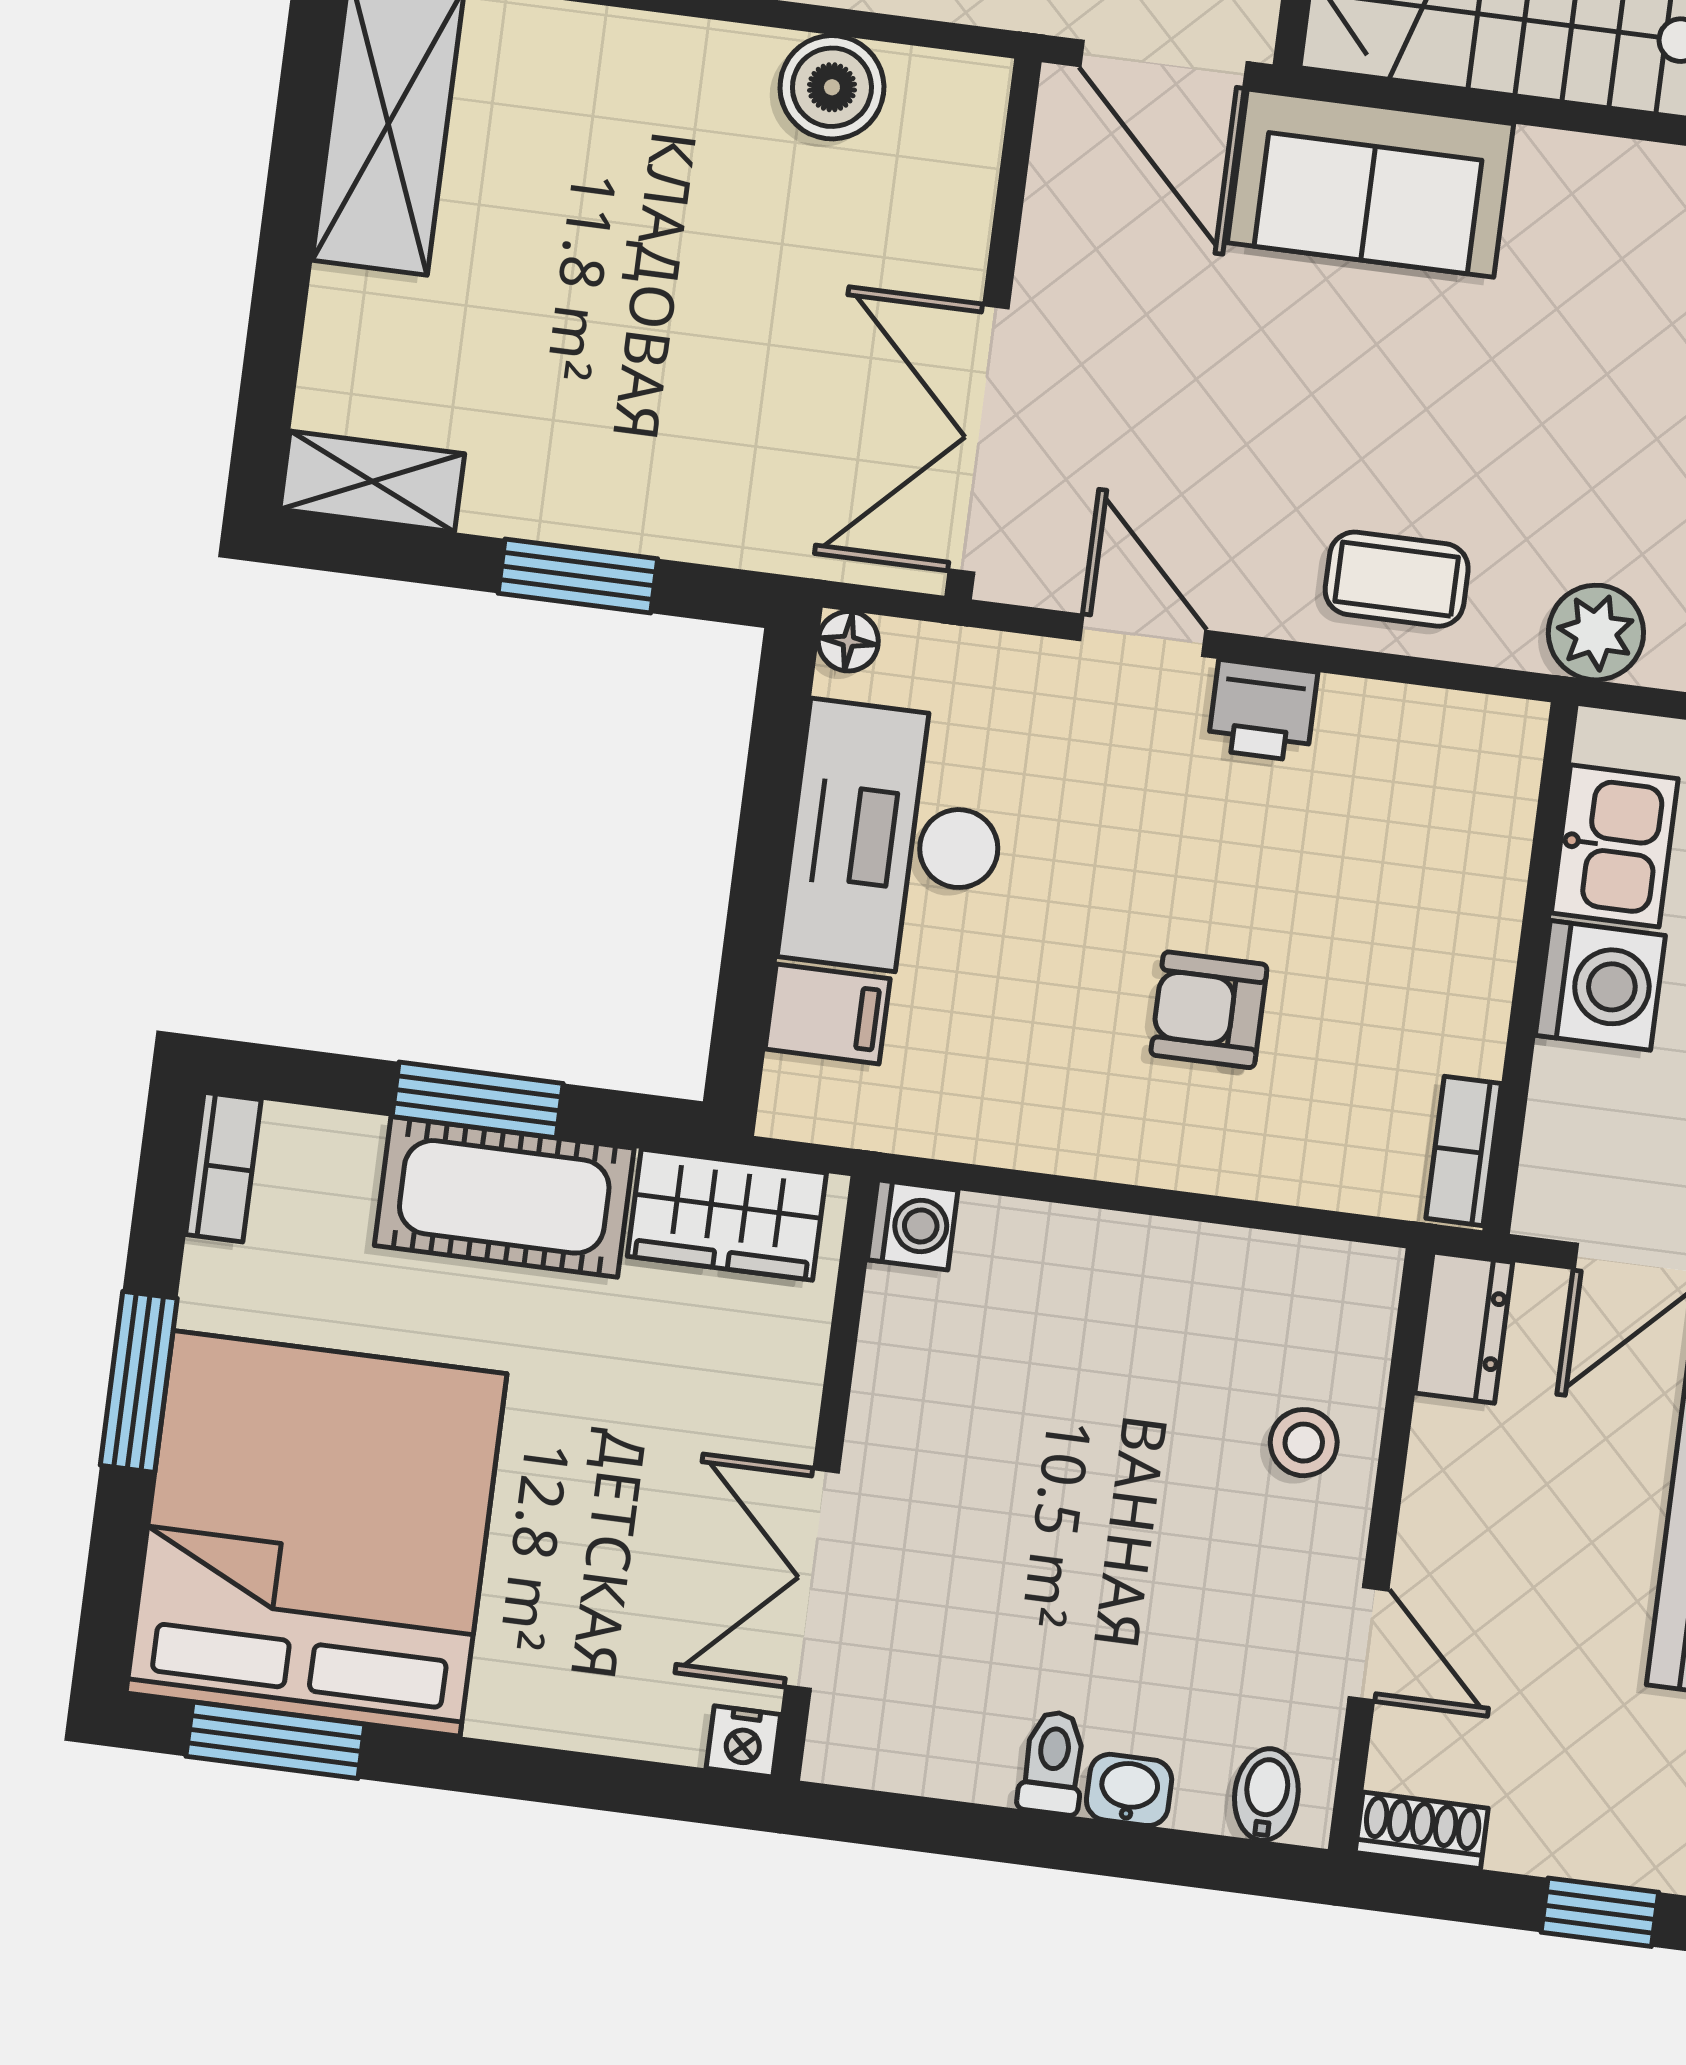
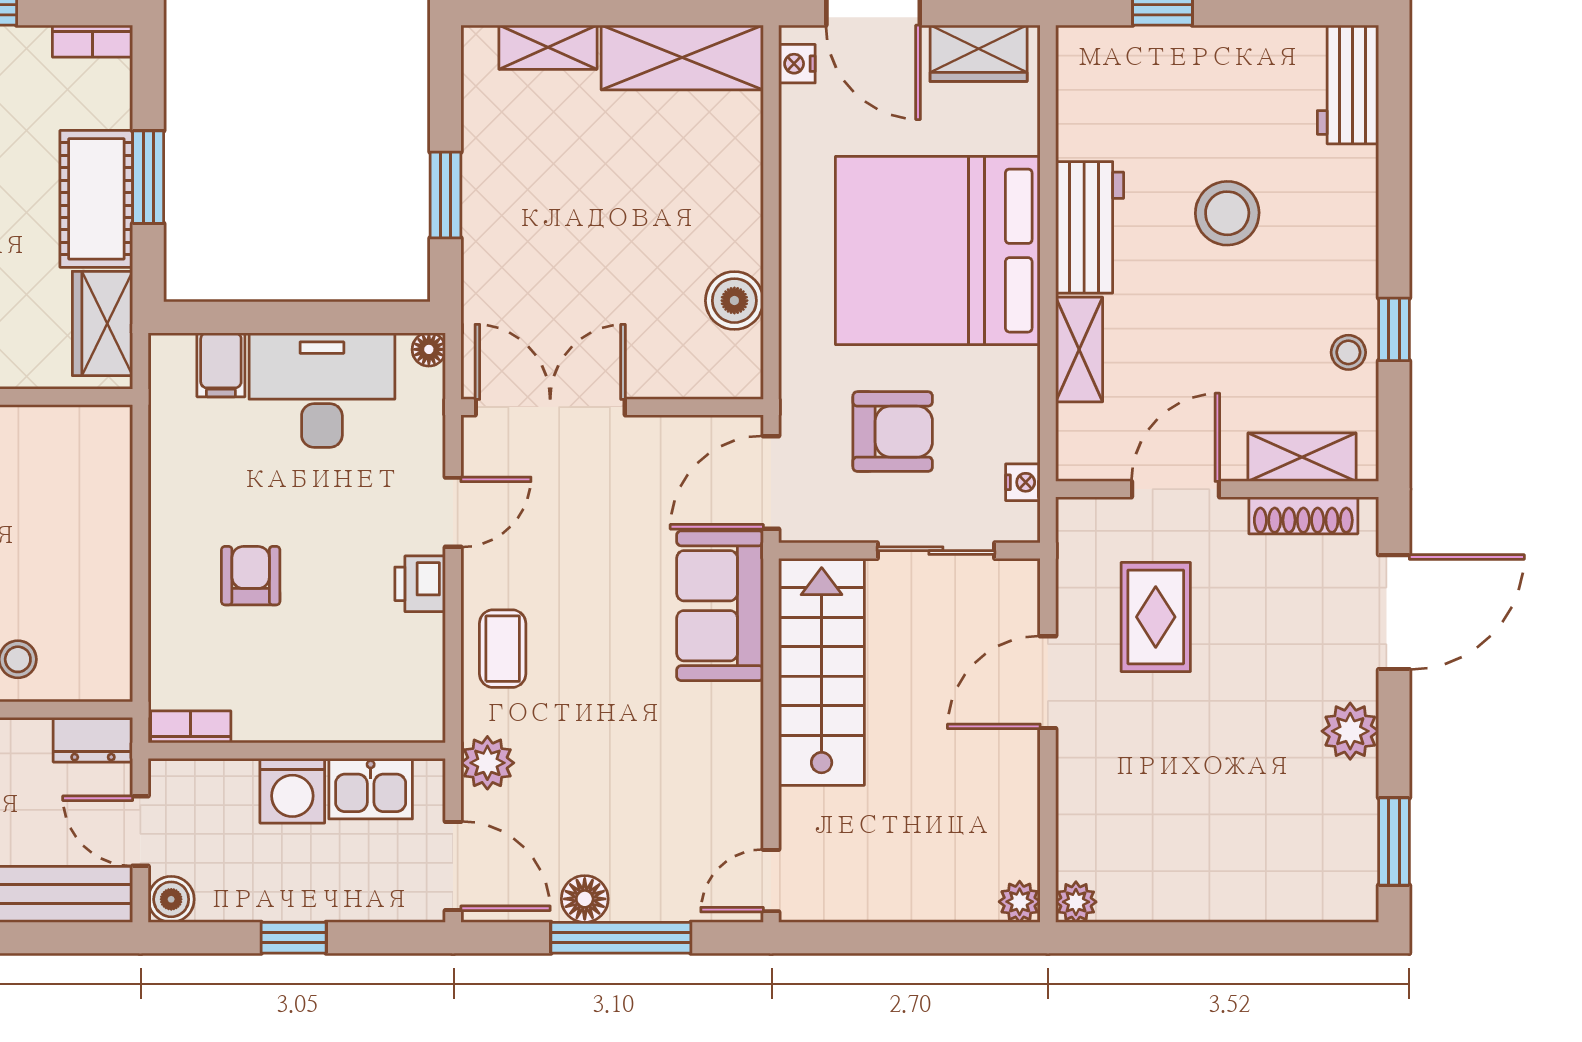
shelving: (372, 482) -> (548, 47), moved, turned 90
washing machine: (913, 1225) -> (110, 427), removed

